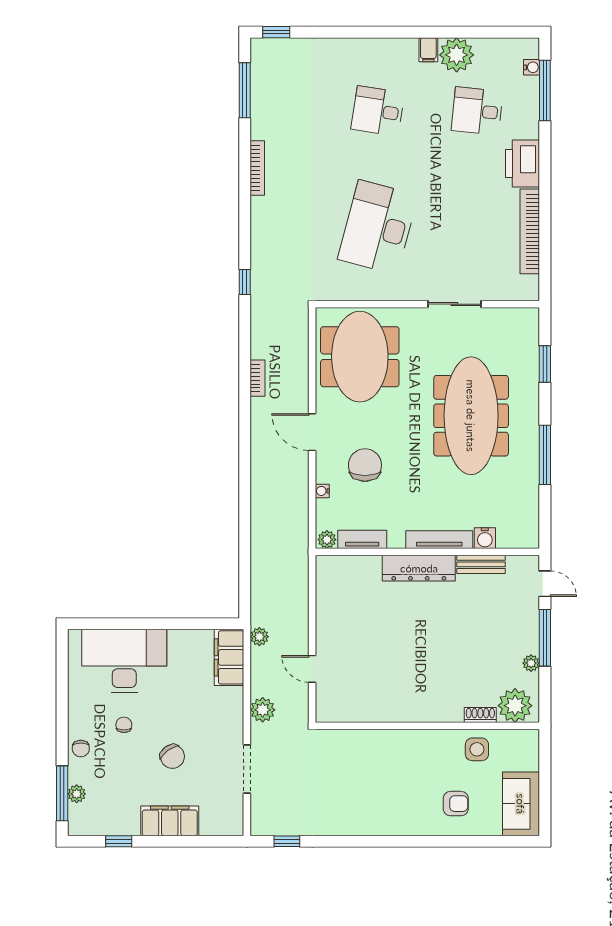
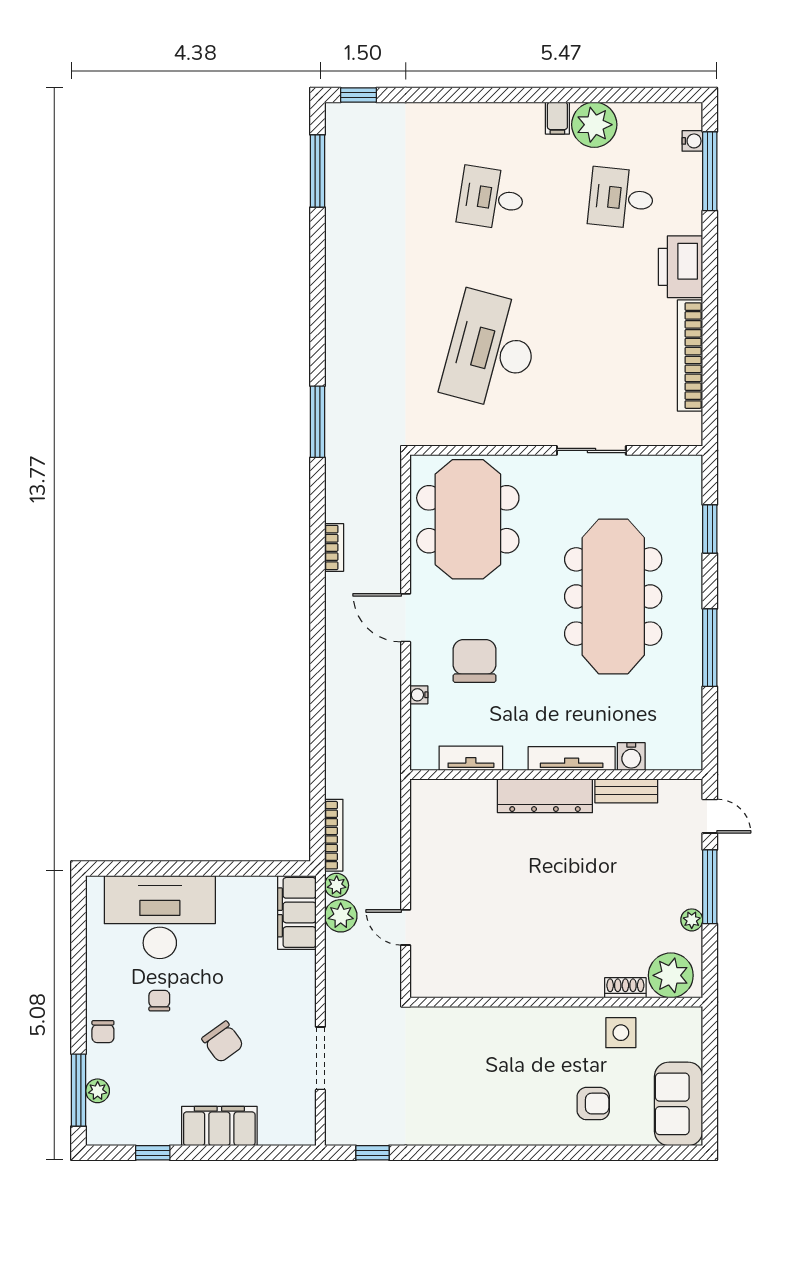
bookcase: (257, 168) -> (334, 835), moved
window: (245, 282) -> (317, 422), width x2.17
plant: (327, 540) -> (425, 758), removed
plant: (263, 710) -> (341, 916), moved

